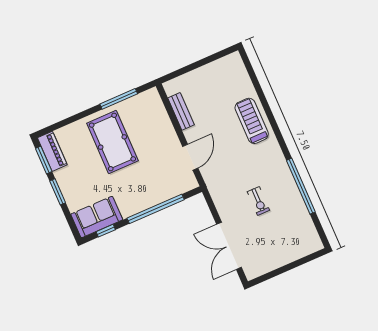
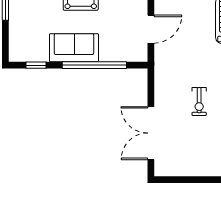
sofa: (97, 217) -> (74, 48), moved

